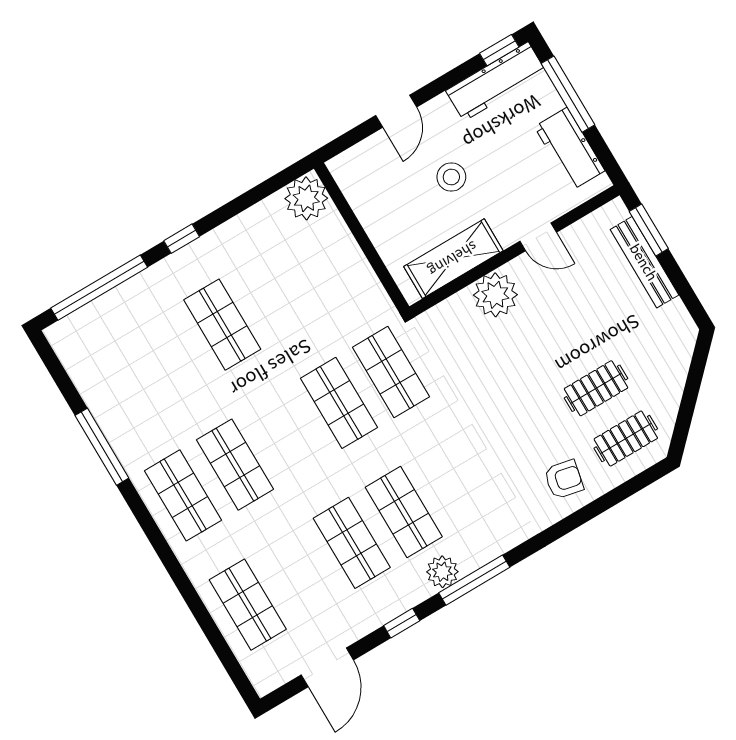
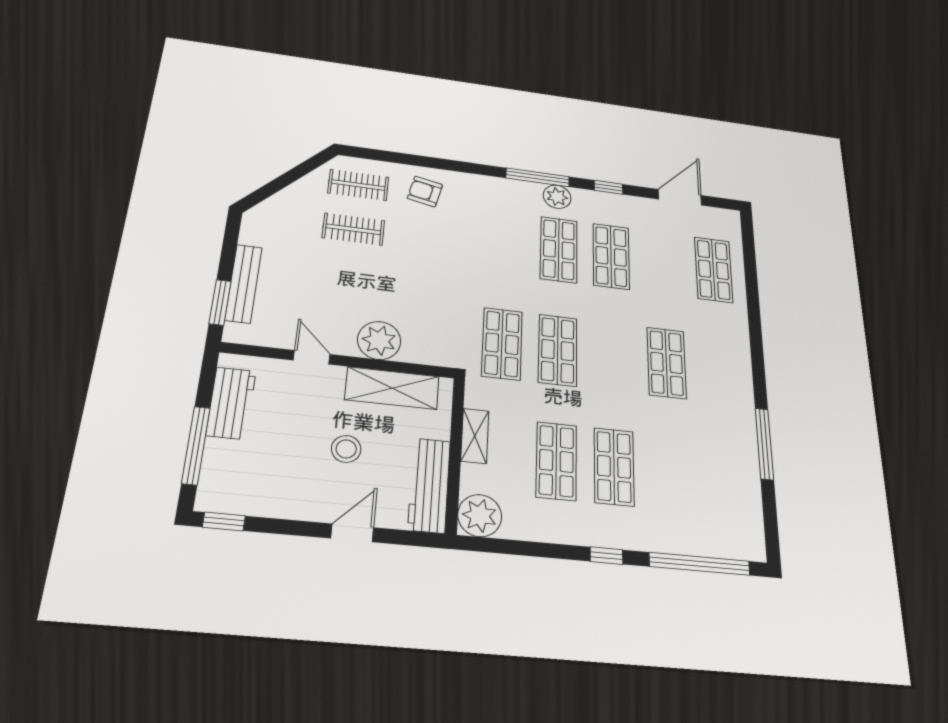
workbench: (496, 81) -> (429, 485), moved, turned -90
shelving: (356, 266) -> (475, 436), added
shop shelf: (183, 495) -> (556, 461), moved

